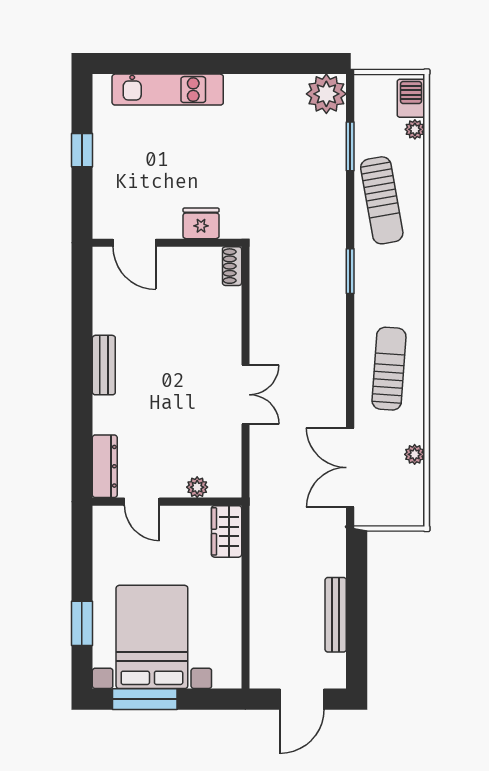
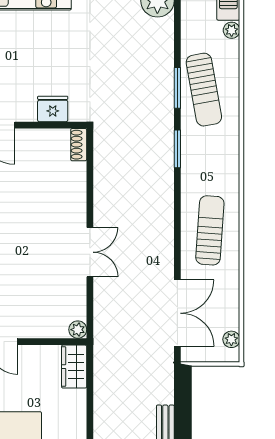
window: (350, 146) -> (177, 88), moved
plant: (415, 454) -> (231, 339), moved
double door: (350, 468) -> (177, 313), swing flipped
plant: (197, 487) -> (78, 330), moved

